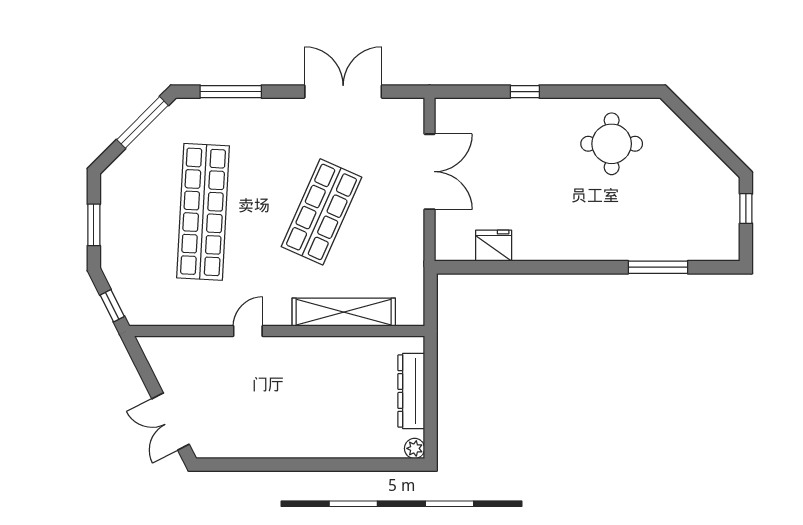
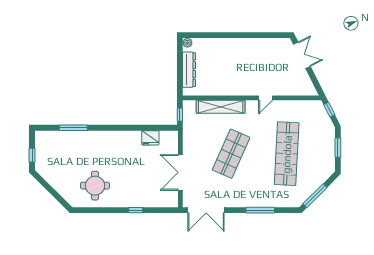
window: (231, 92) -> (260, 210), moved
double door: (343, 92) -> (206, 210), moved
window: (431, 295) -> (180, 115), added

